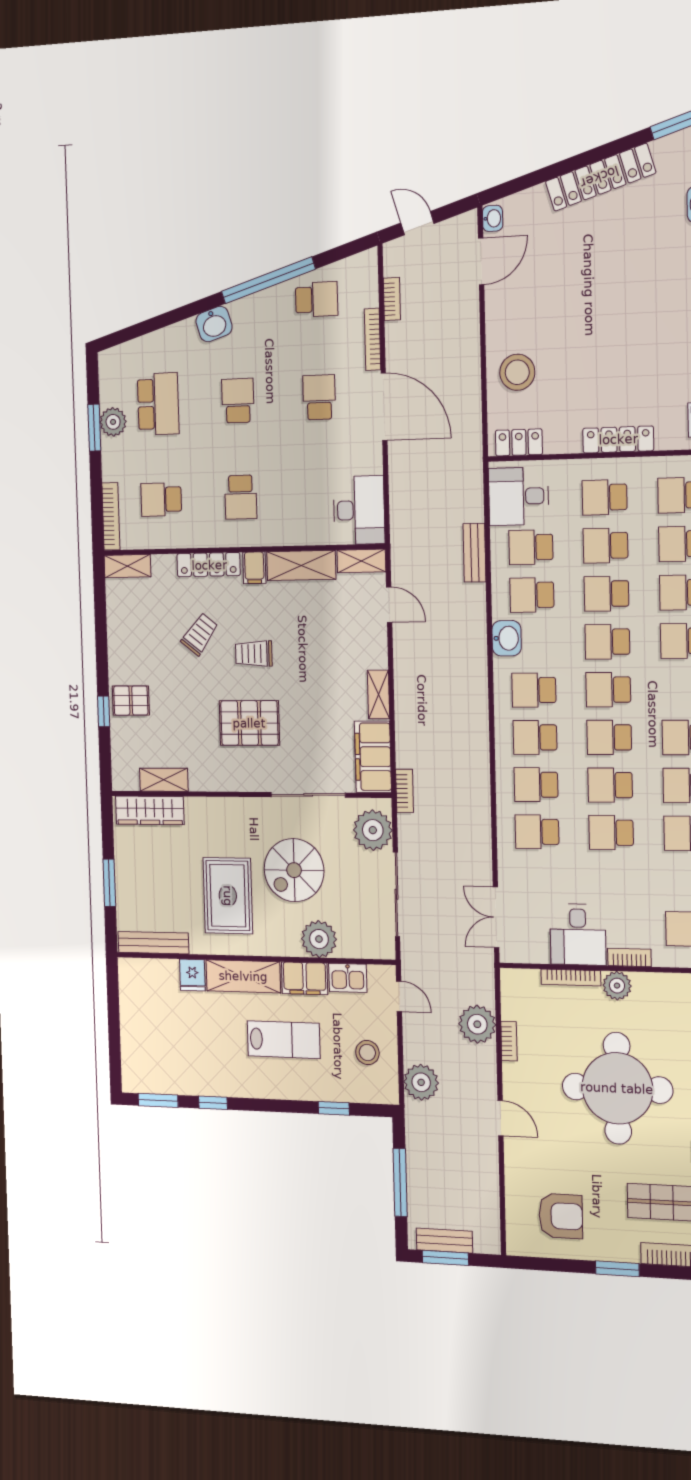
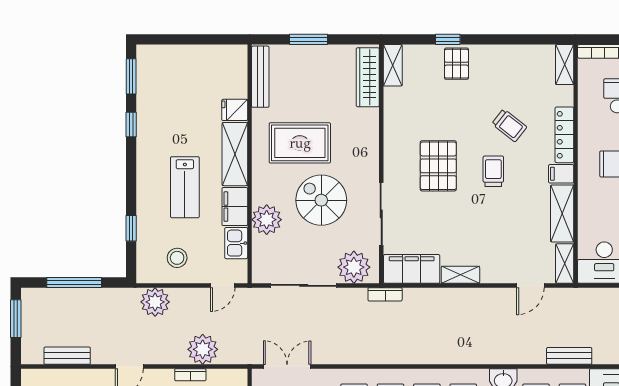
shelving: (164, 780) -> (393, 65), moved
bench: (444, 1241) -> (67, 356), moved, turned 90

